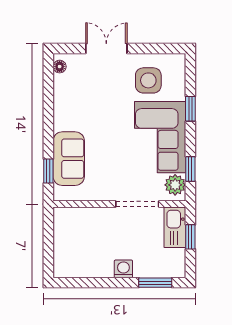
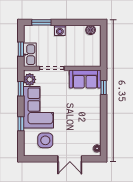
sofa: (69, 159) -> (85, 79), moved, turned -90
boiler: (71, 270) -> (91, 30), added

